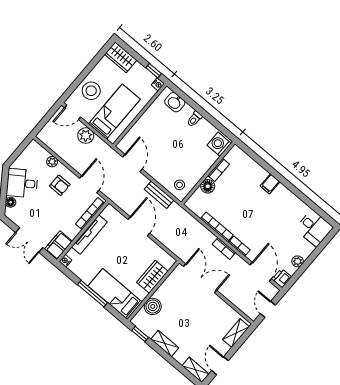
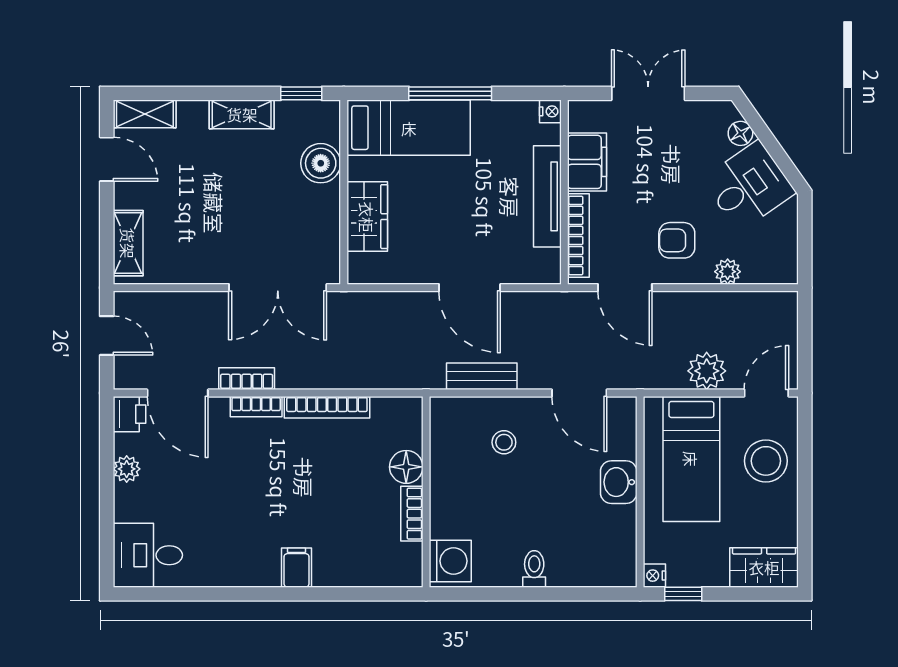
washbasin: (175, 102) -> (619, 482), moved, turned -90
stool: (180, 185) -> (504, 442), moved
filing cabinet: (58, 245) -> (587, 162), moved
bookcase: (224, 248) -> (247, 379), moved

